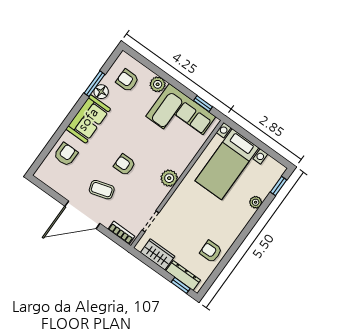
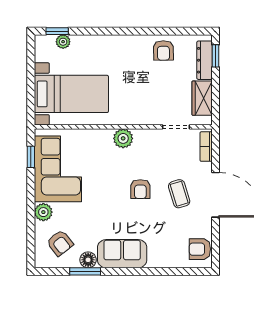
armchair: (127, 80) -> (60, 243), turned -38
armchair: (66, 154) -> (200, 249), moved
plant: (256, 202) -> (63, 42), moved

